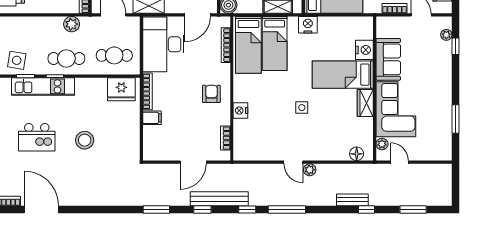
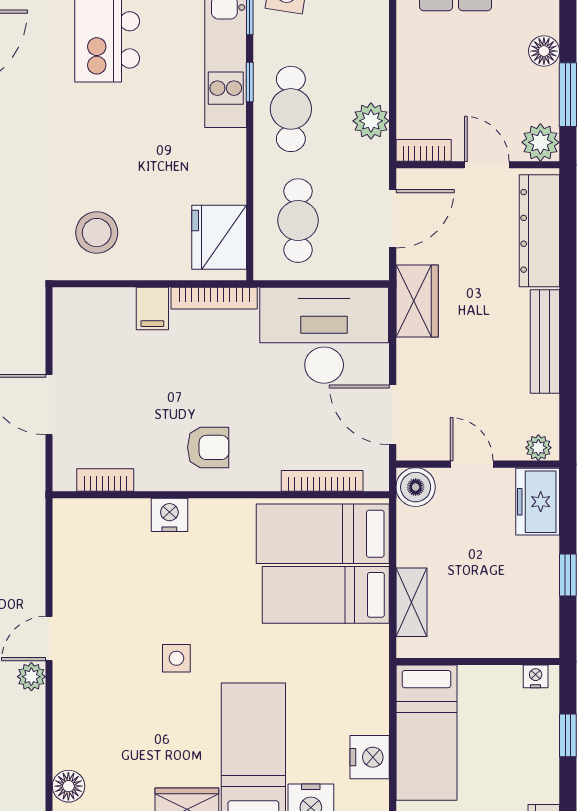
nightstand: (308, 25) -> (370, 757), moved
stool: (85, 140) -> (97, 233), moved

